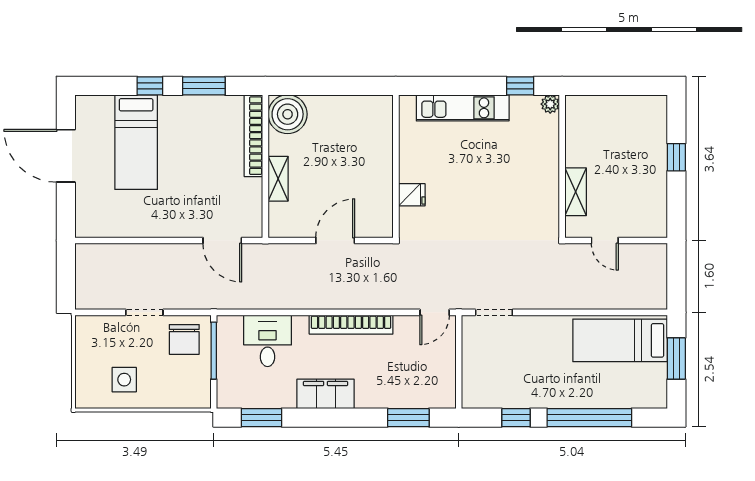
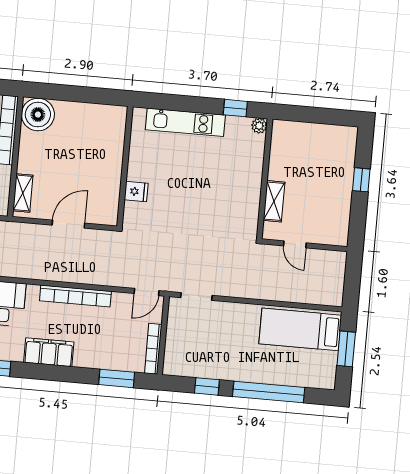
shelving: (278, 179) -> (23, 193), moved
bookcase: (448, 379) -> (153, 349), added

